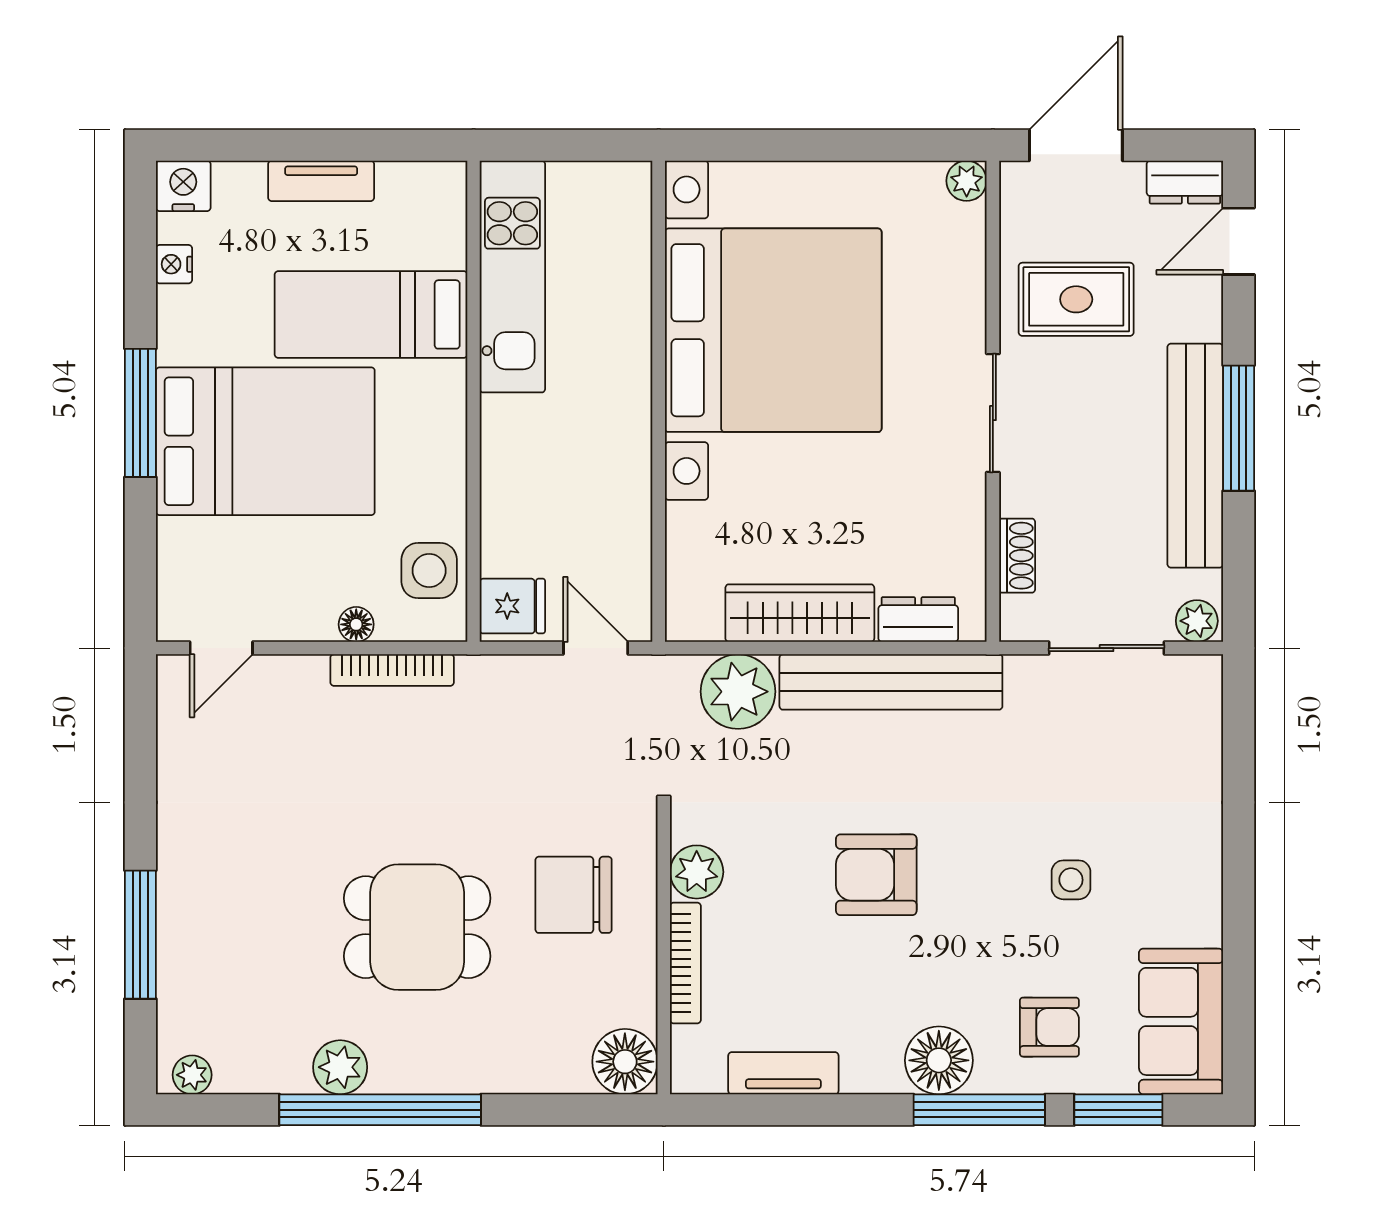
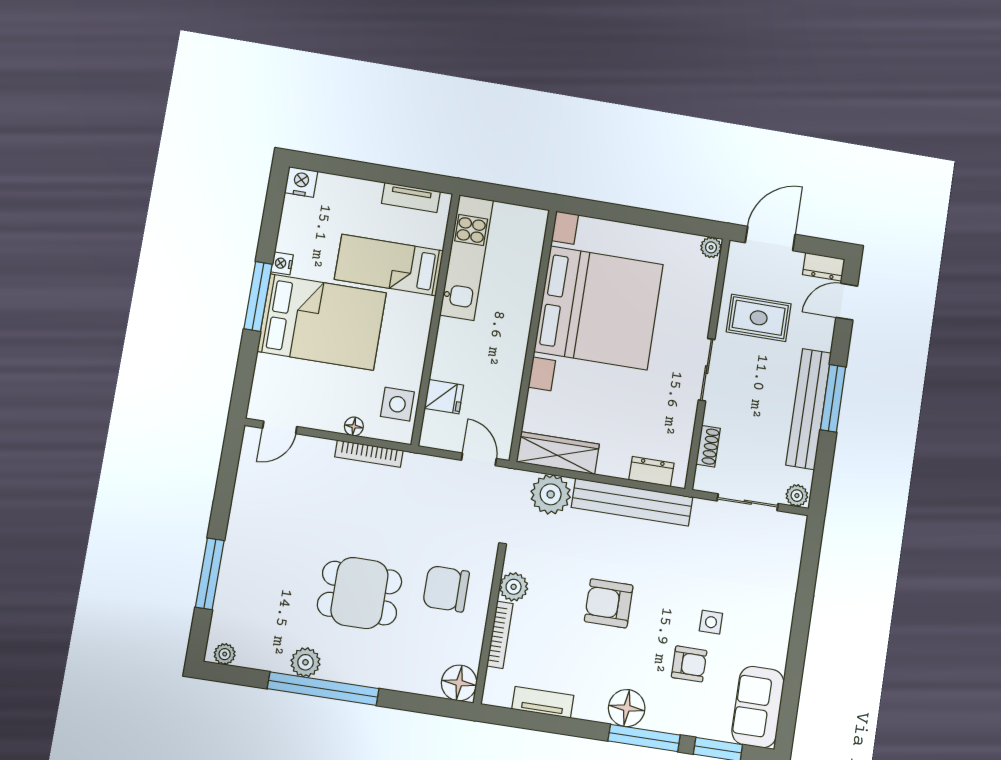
tv unit: (321, 181) -> (411, 198), moved
nightstand: (174, 264) -> (282, 263), moved
fridge: (512, 606) -> (444, 397), moved
wardrobe: (800, 613) -> (558, 453), moved
armchair: (1049, 1027) -> (689, 664), moved

